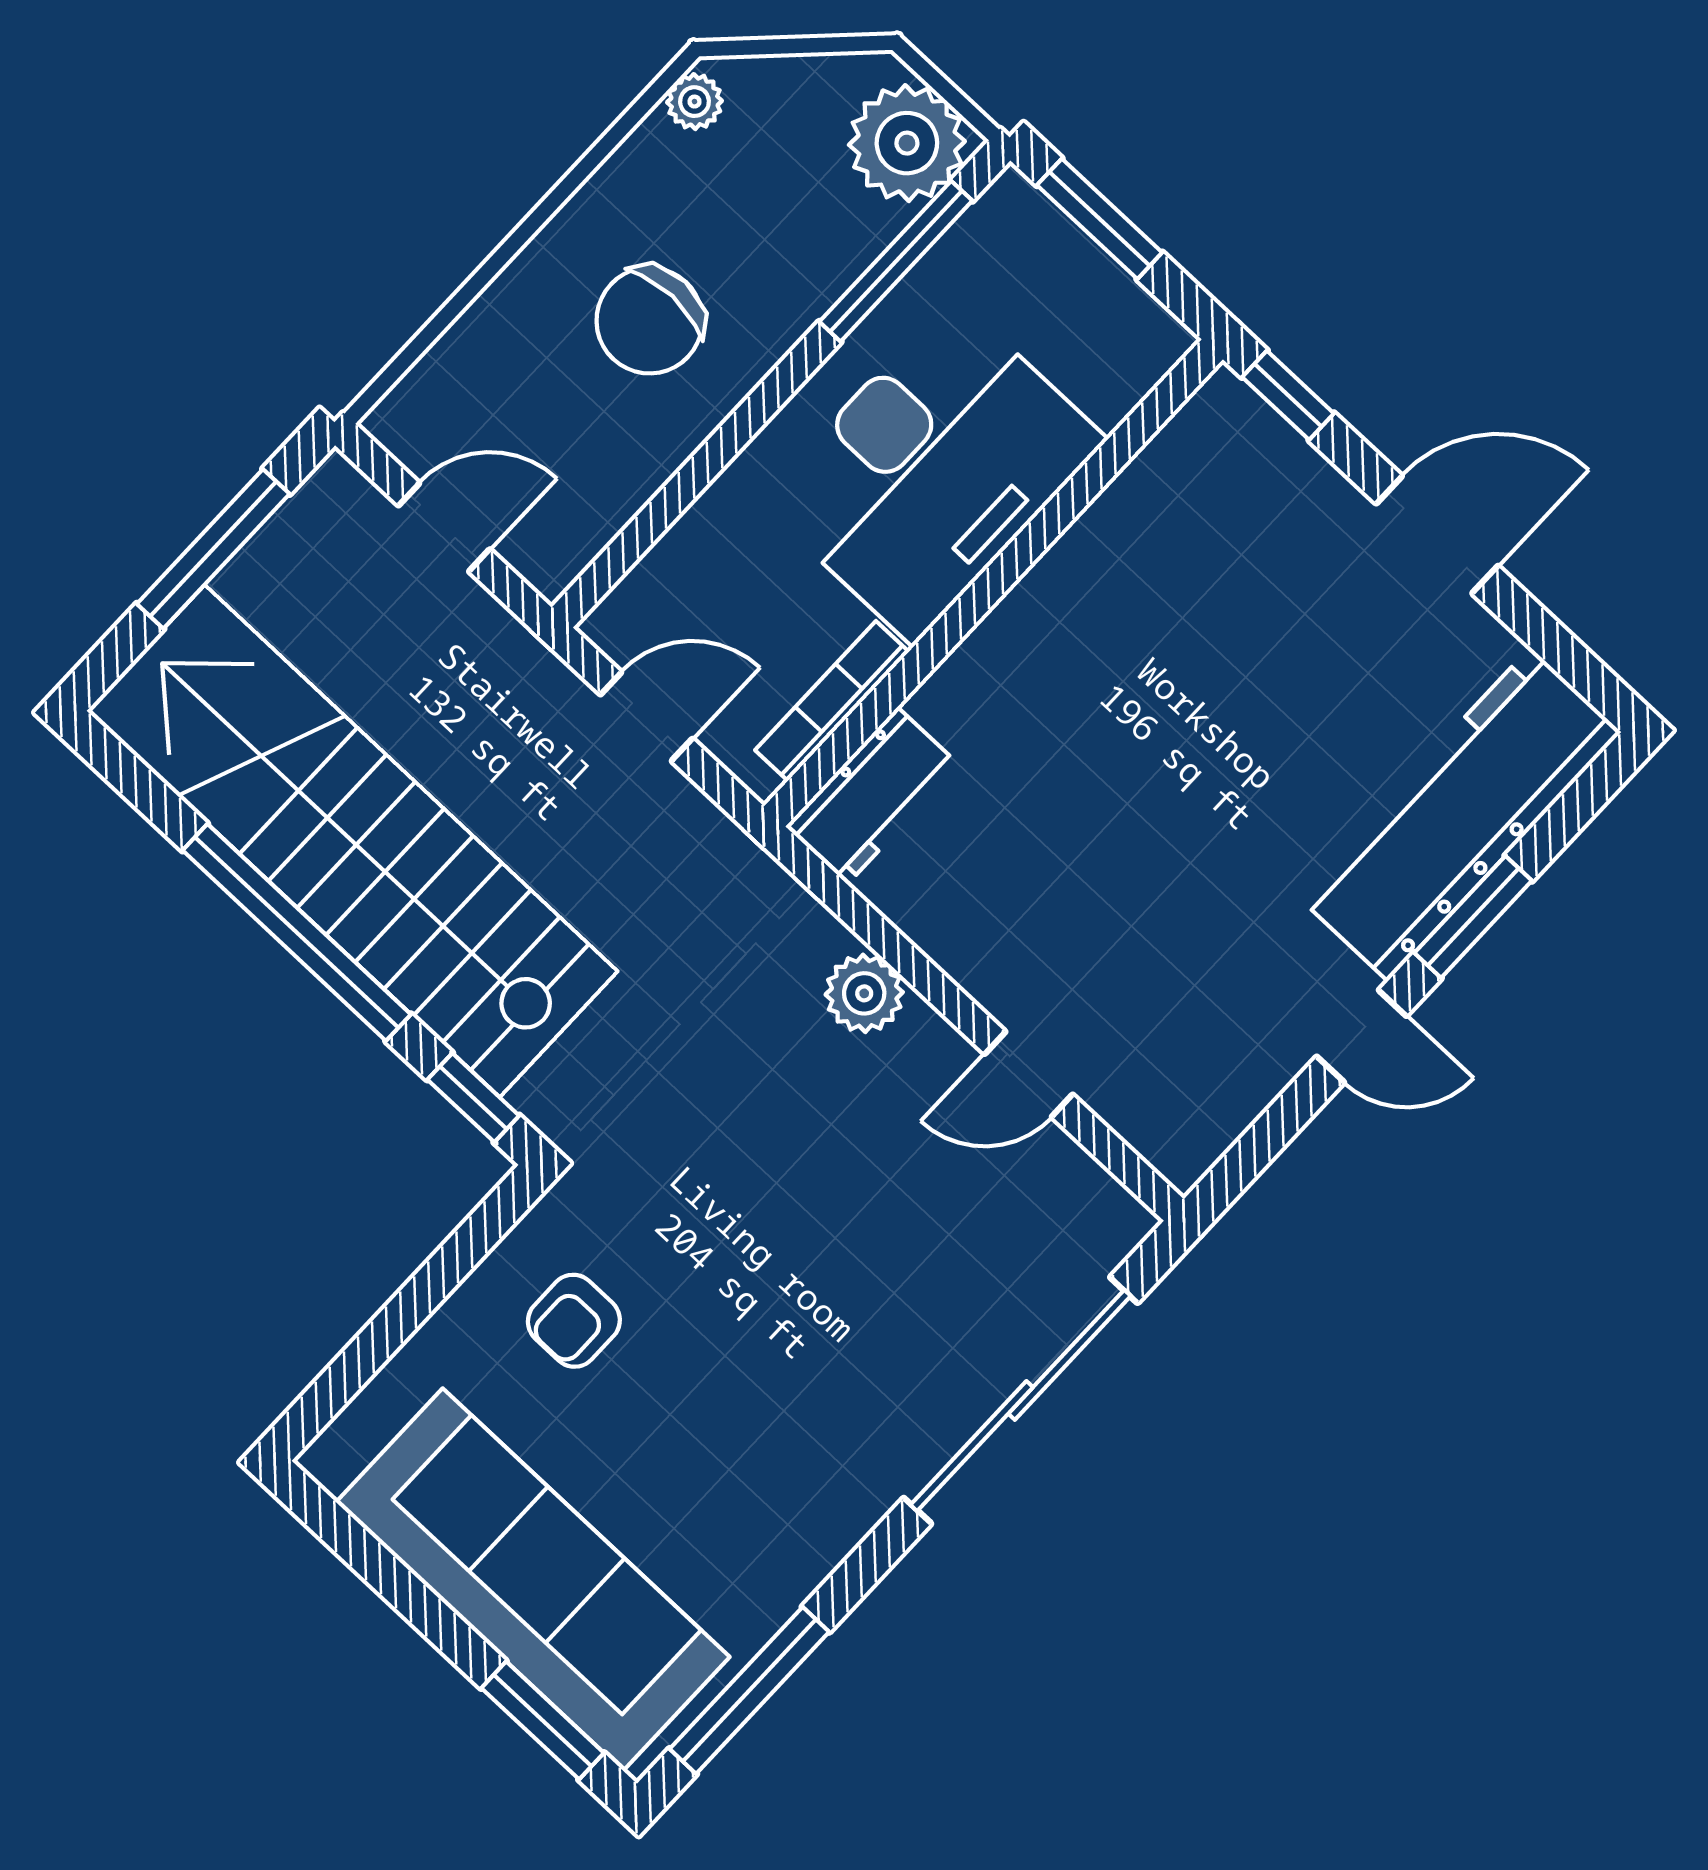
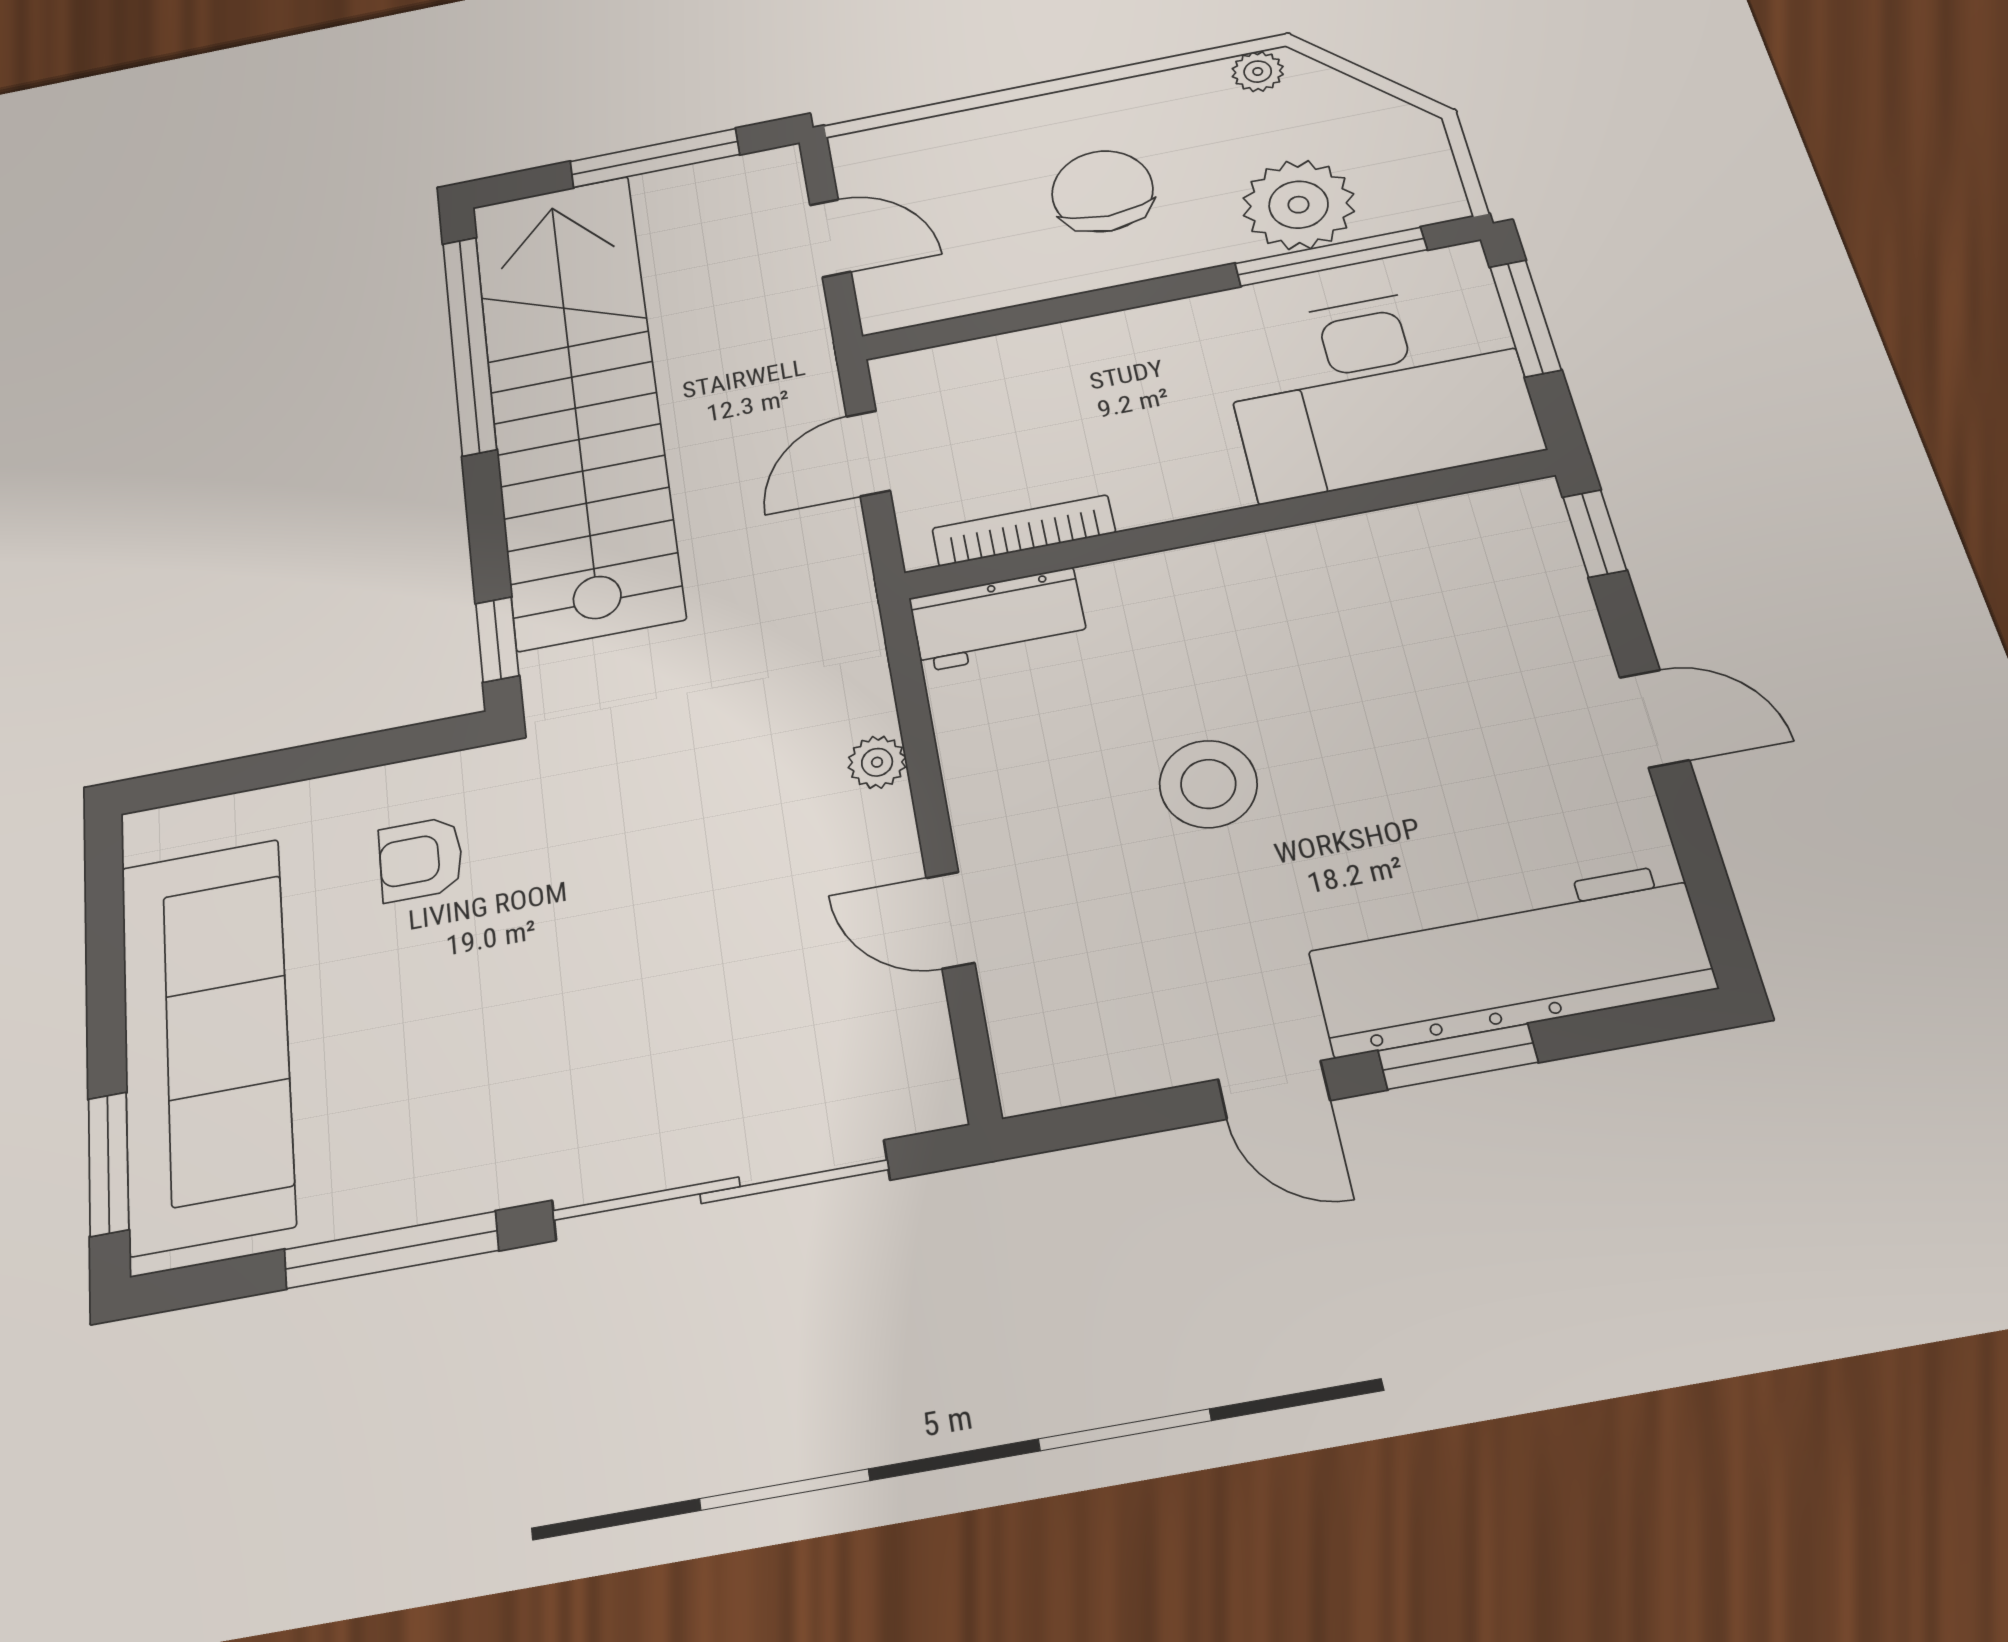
plant: (907, 143) -> (1299, 205), moved
chair: (649, 321) -> (1102, 191), turned 90
desk: (933, 470) -> (1378, 389), moved
door: (1437, 535) -> (1654, 719), width x0.73
door: (647, 717) -> (868, 453), swing flipped
stool: (1141, 824) -> (1208, 784), added
window: (297, 932) -> (469, 345), moved
plant: (864, 993) -> (877, 762), width x0.73, depth x0.73
window: (749, 1690) -> (391, 1250), moved

